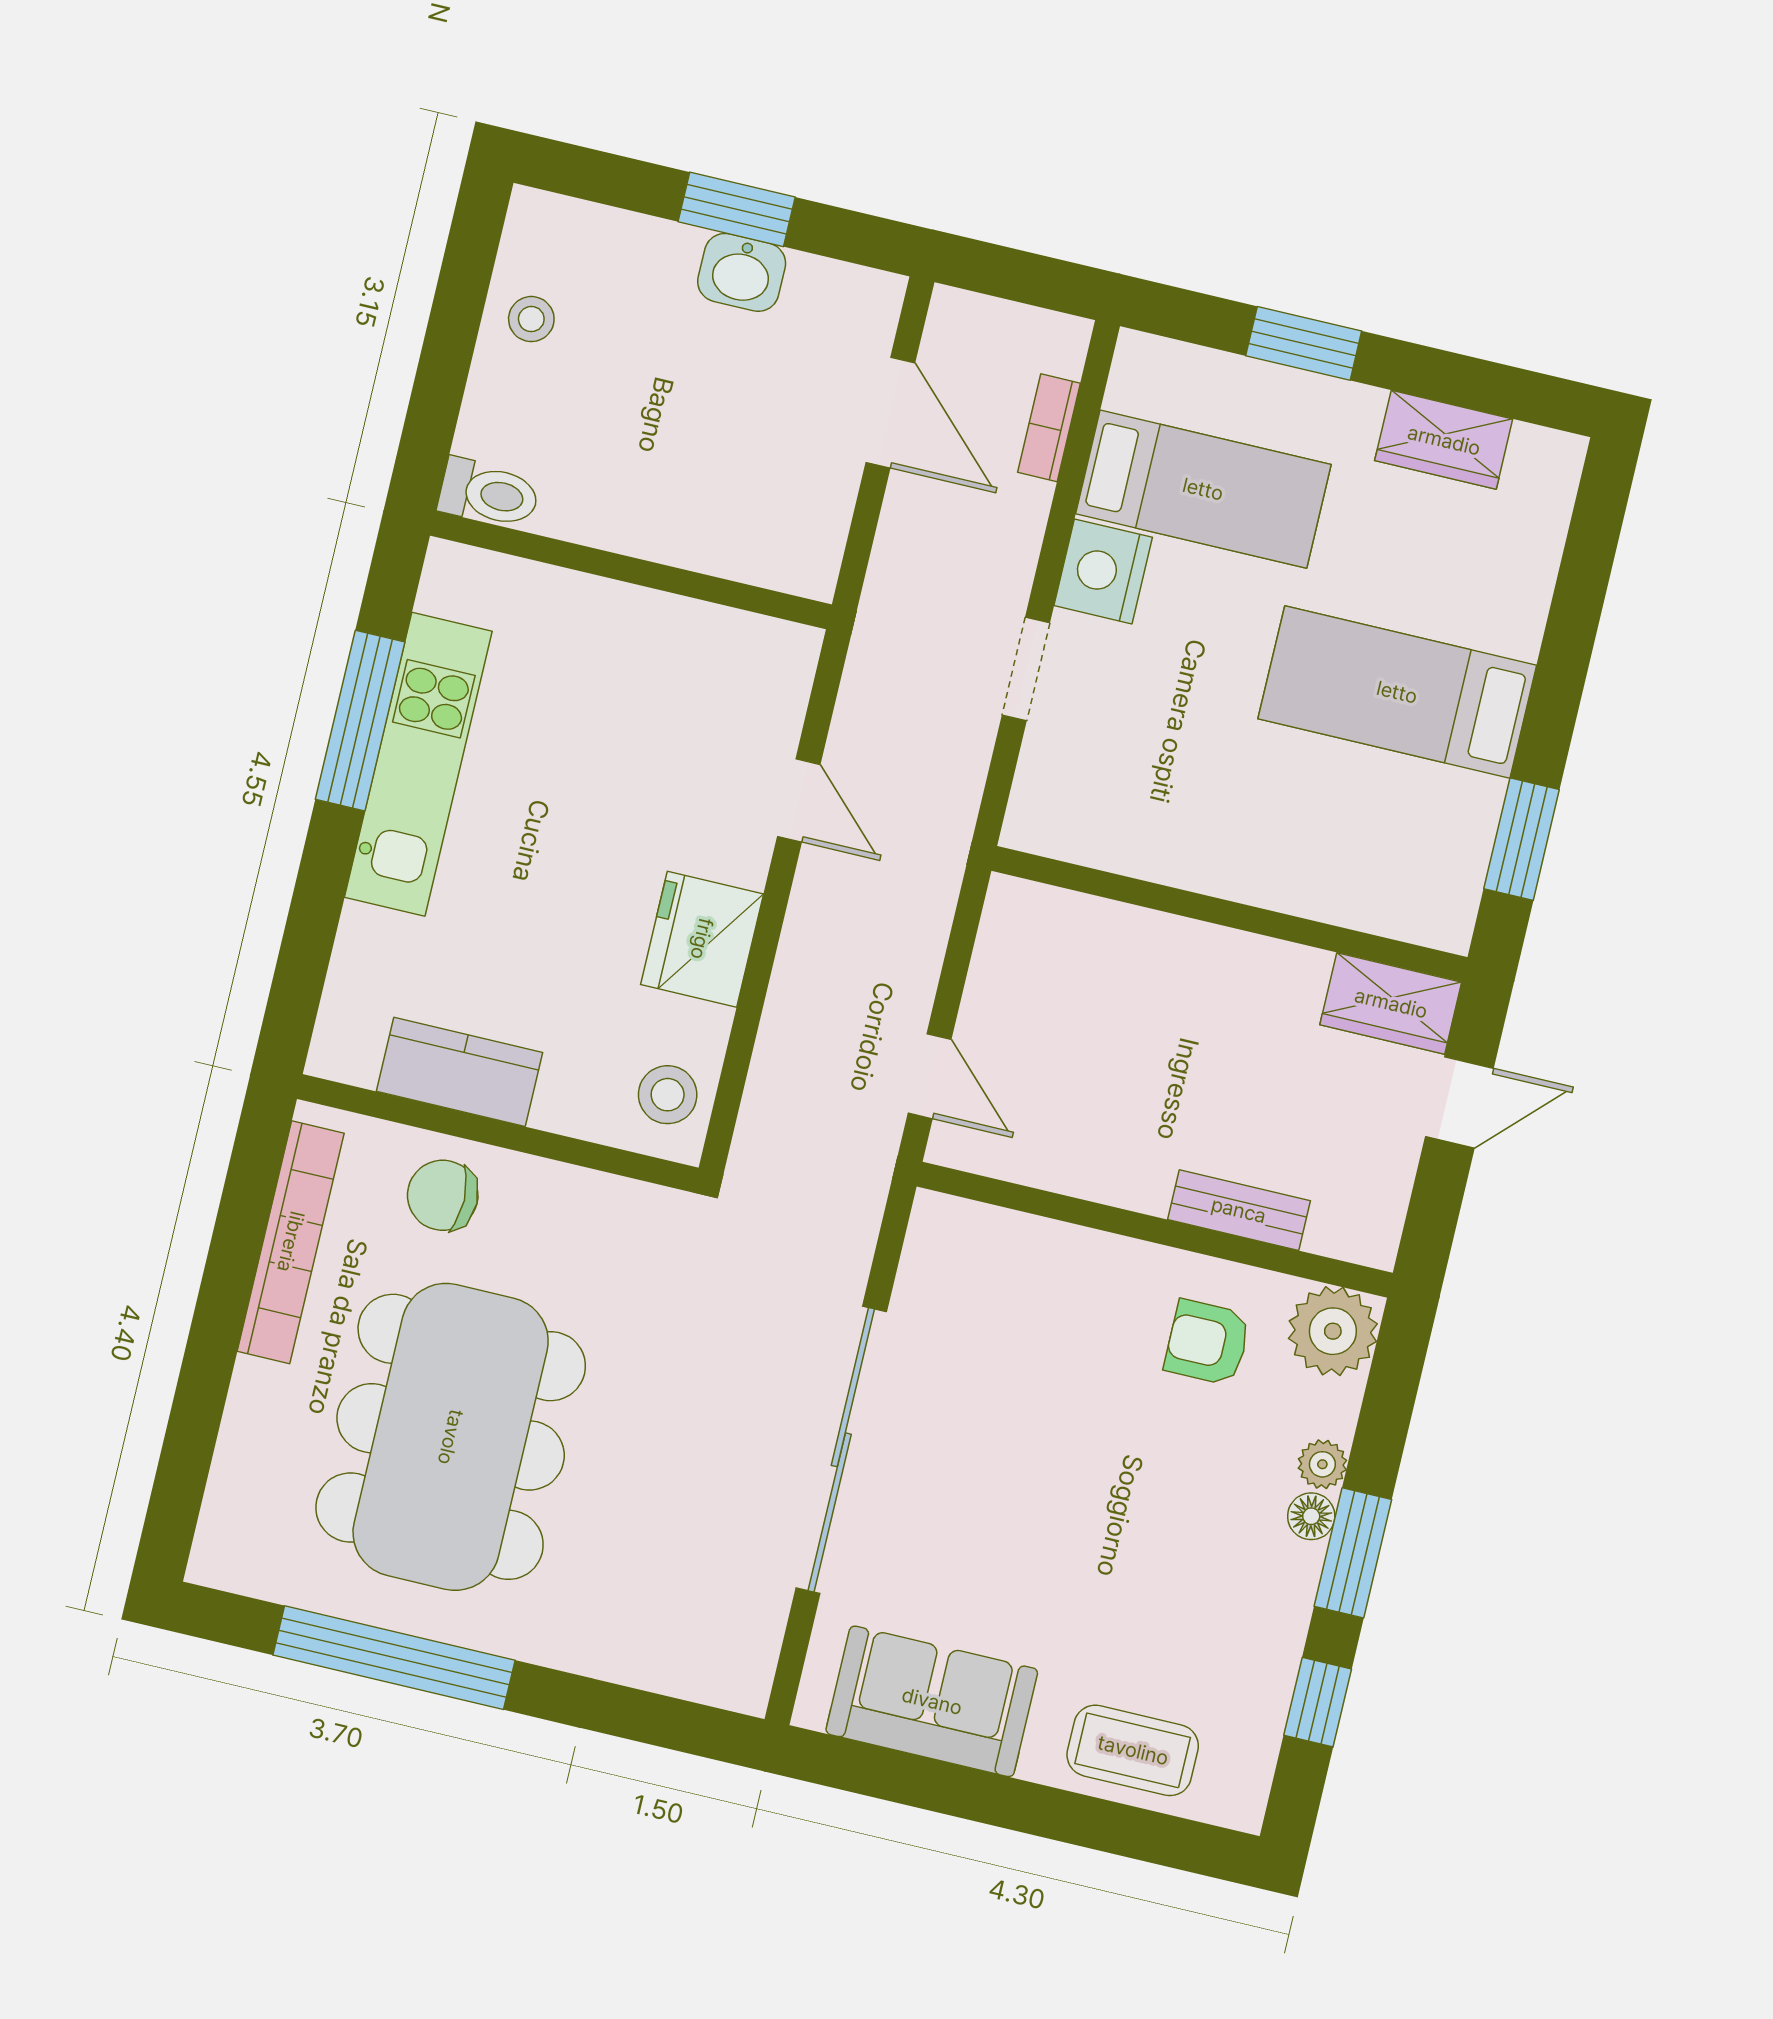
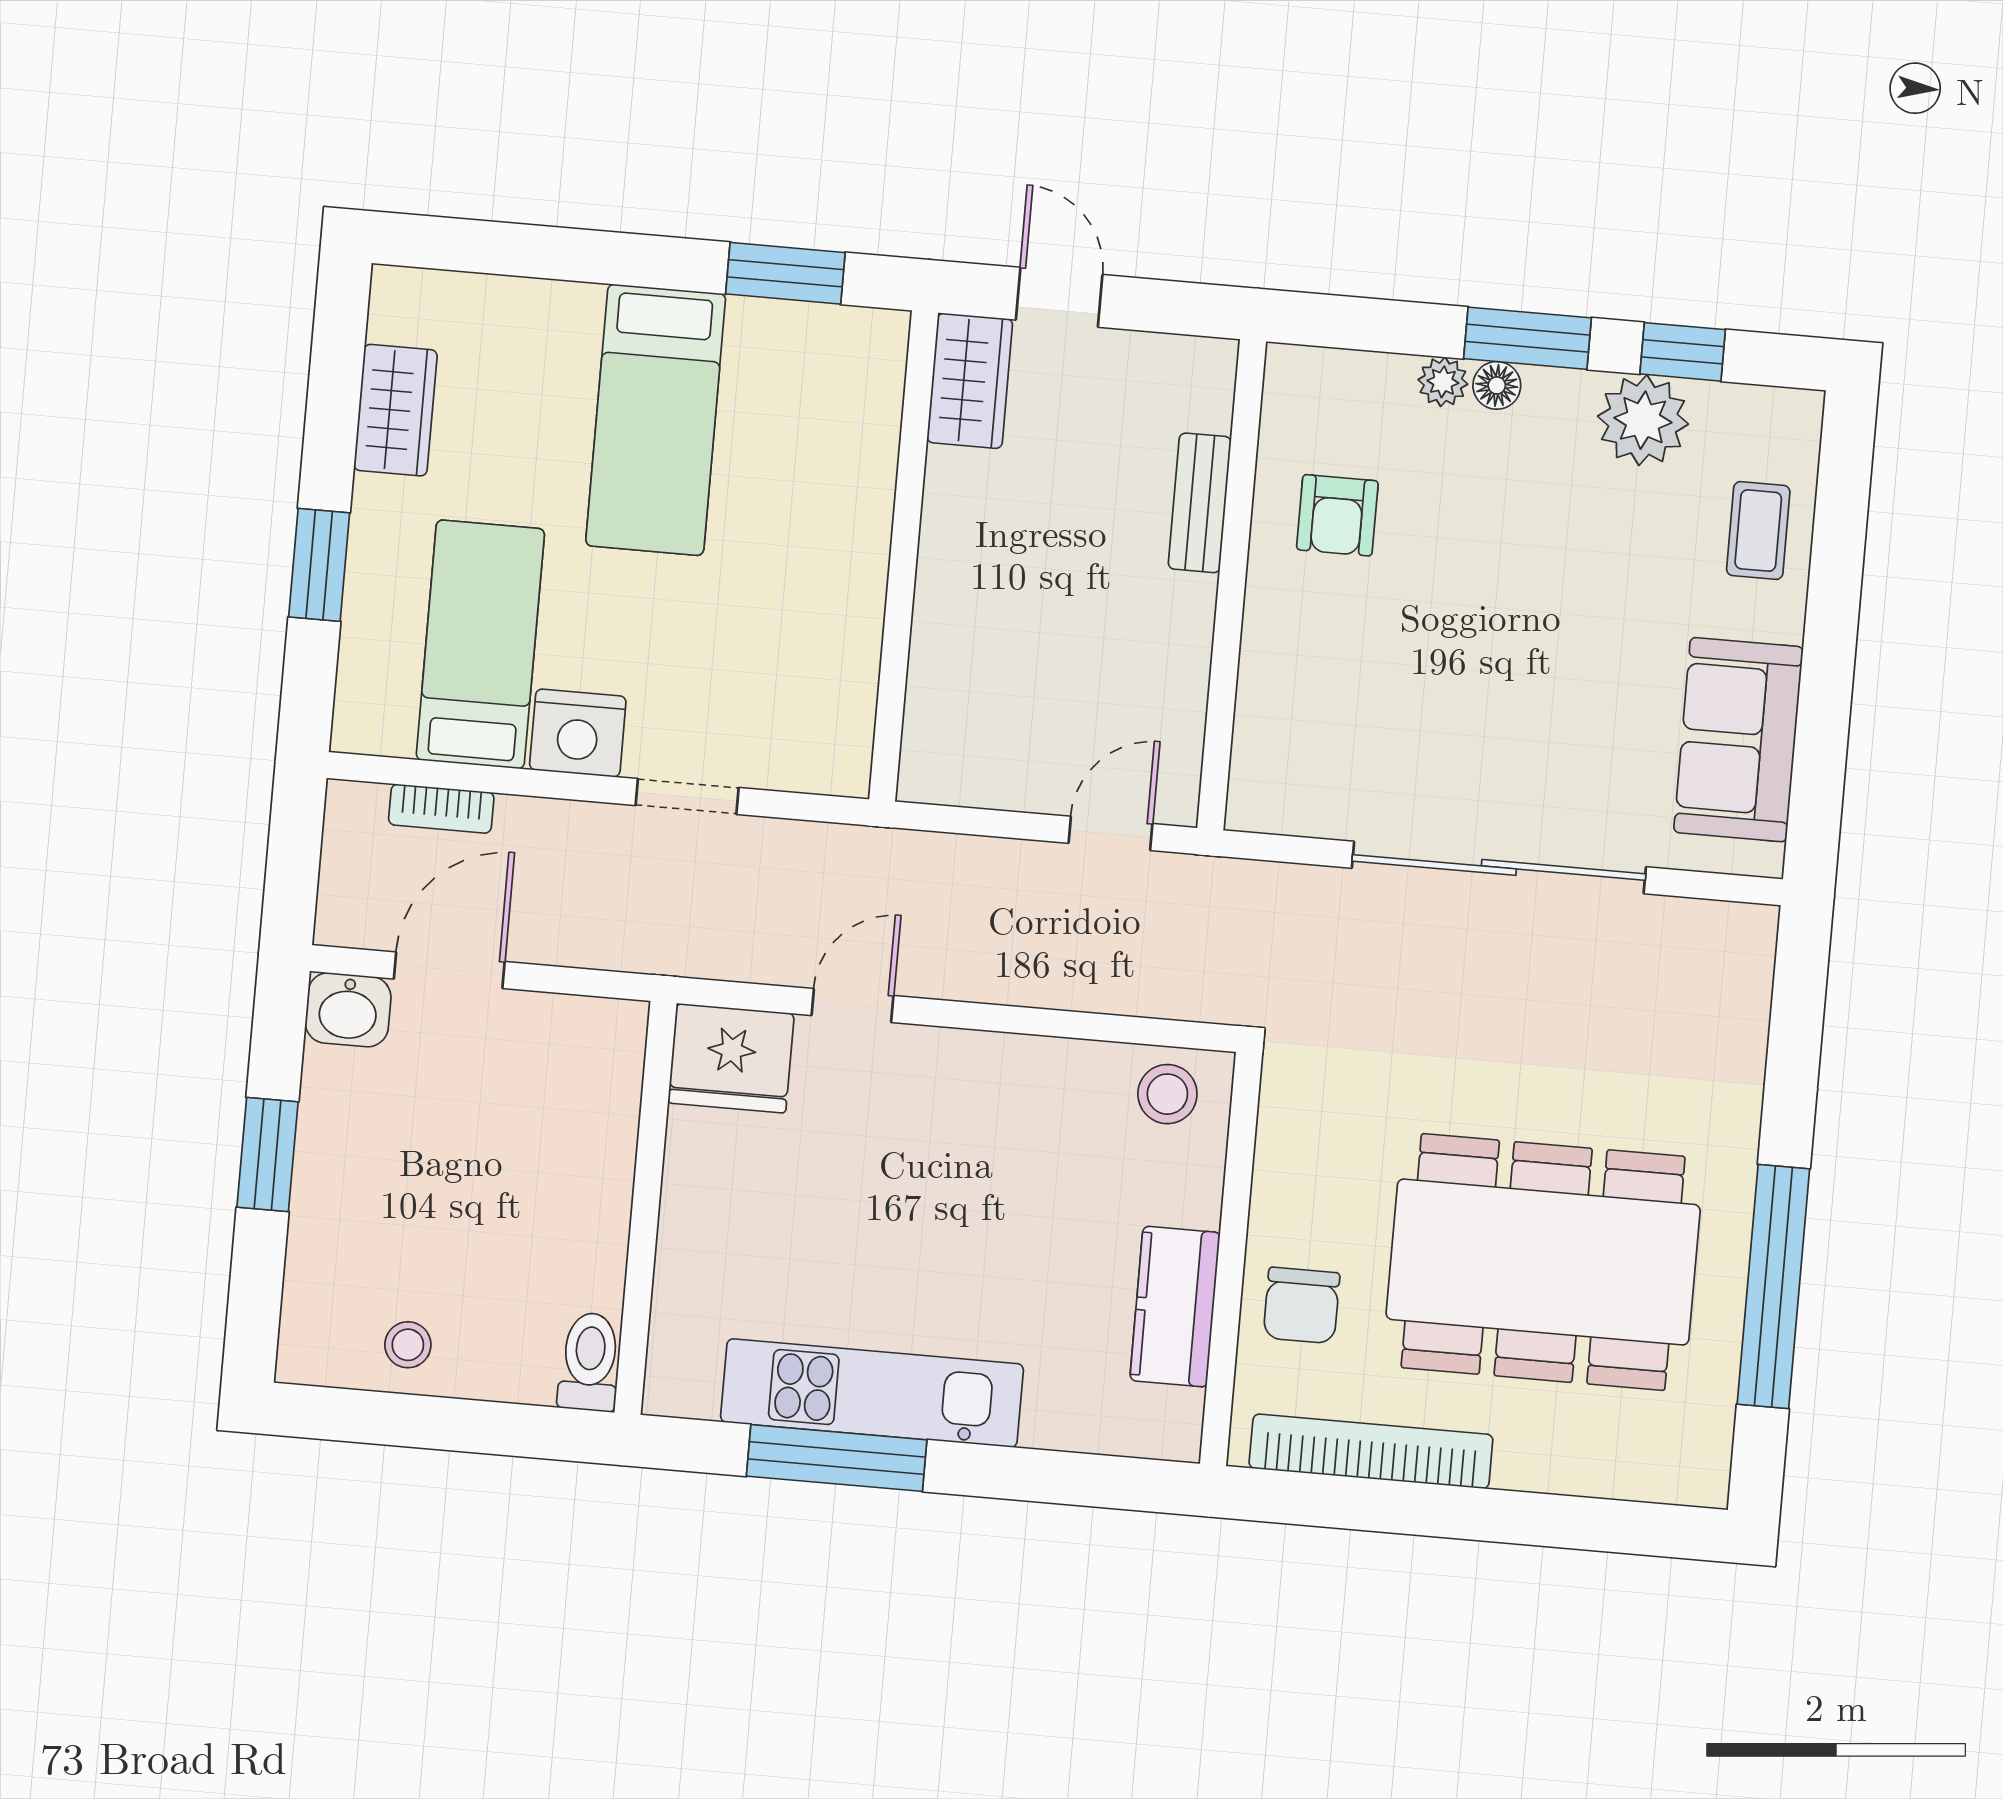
washbasin: (742, 272) -> (348, 1010), moved, turned 90
fridge: (702, 939) -> (731, 1058), moved
plant: (1333, 1331) -> (1643, 420), moved
coffee table: (1133, 1750) -> (1758, 531), width x0.73, depth x0.77

